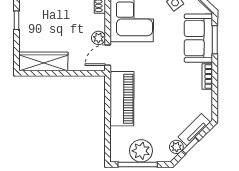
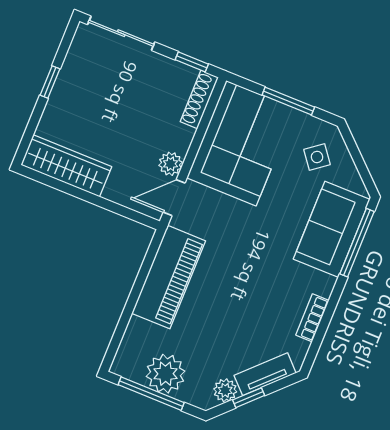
window: (215, 40) -> (357, 243), width x1.44
bookcase: (207, 76) -> (312, 318), moved

